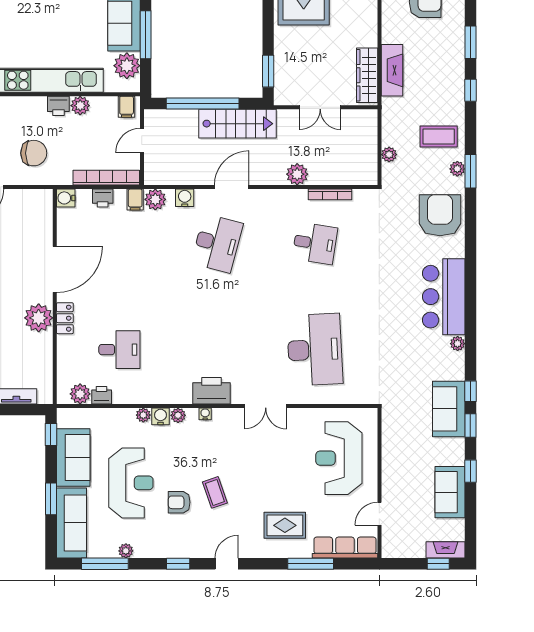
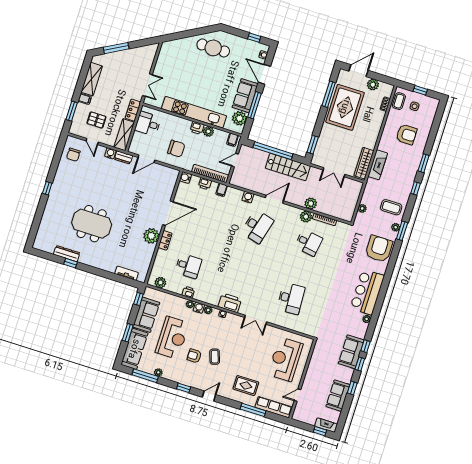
plant: (155, 199) -> (306, 217), moved
desk: (315, 350) -> (291, 298), width x0.73, depth x0.77
printer: (102, 395) -> (188, 292), moved

